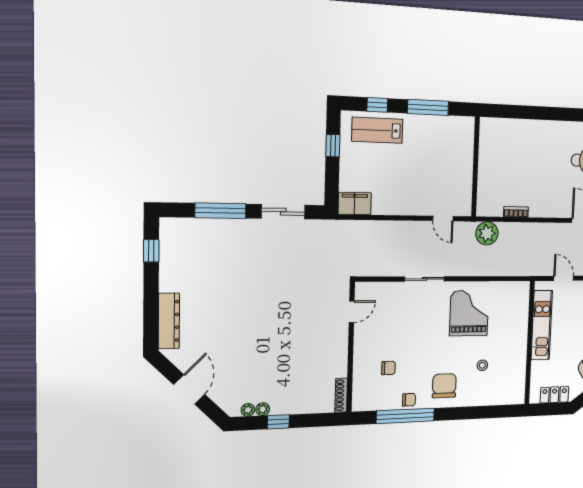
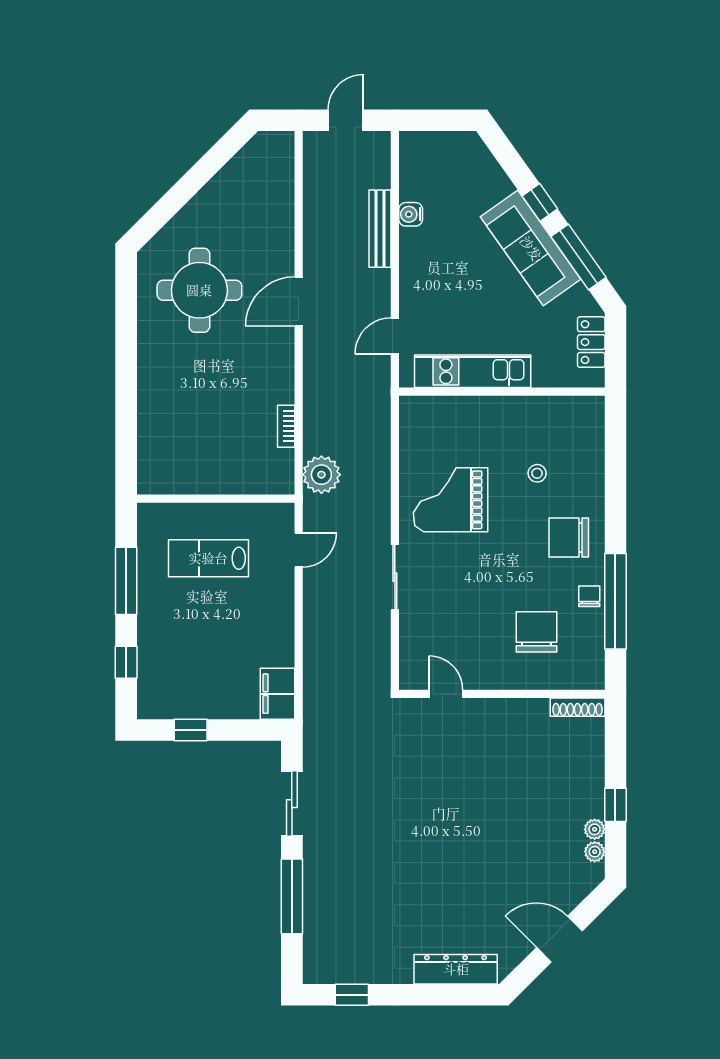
lab bench: (377, 130) -> (208, 558), moved, turned 90
chair: (388, 368) -> (537, 632), width x1.87, depth x1.87

